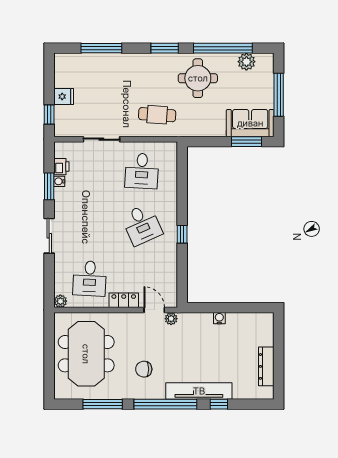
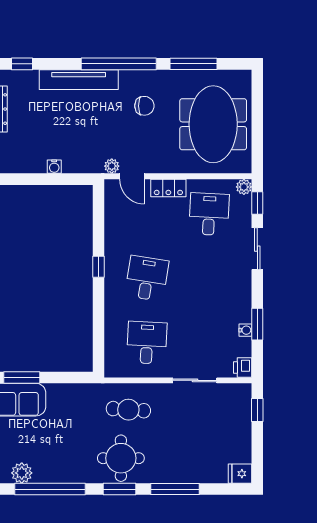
window: (101, 48) -> (175, 489), moved
round table: (198, 78) -> (121, 458), moved
fridge: (64, 97) -> (240, 474), moved
printer: (61, 167) -> (243, 367), moved
desk: (142, 225) -> (147, 278), turned 33
sliding door: (49, 236) -> (257, 249), moved
window: (49, 288) -> (257, 203), added
window: (219, 404) -> (22, 64), moved

